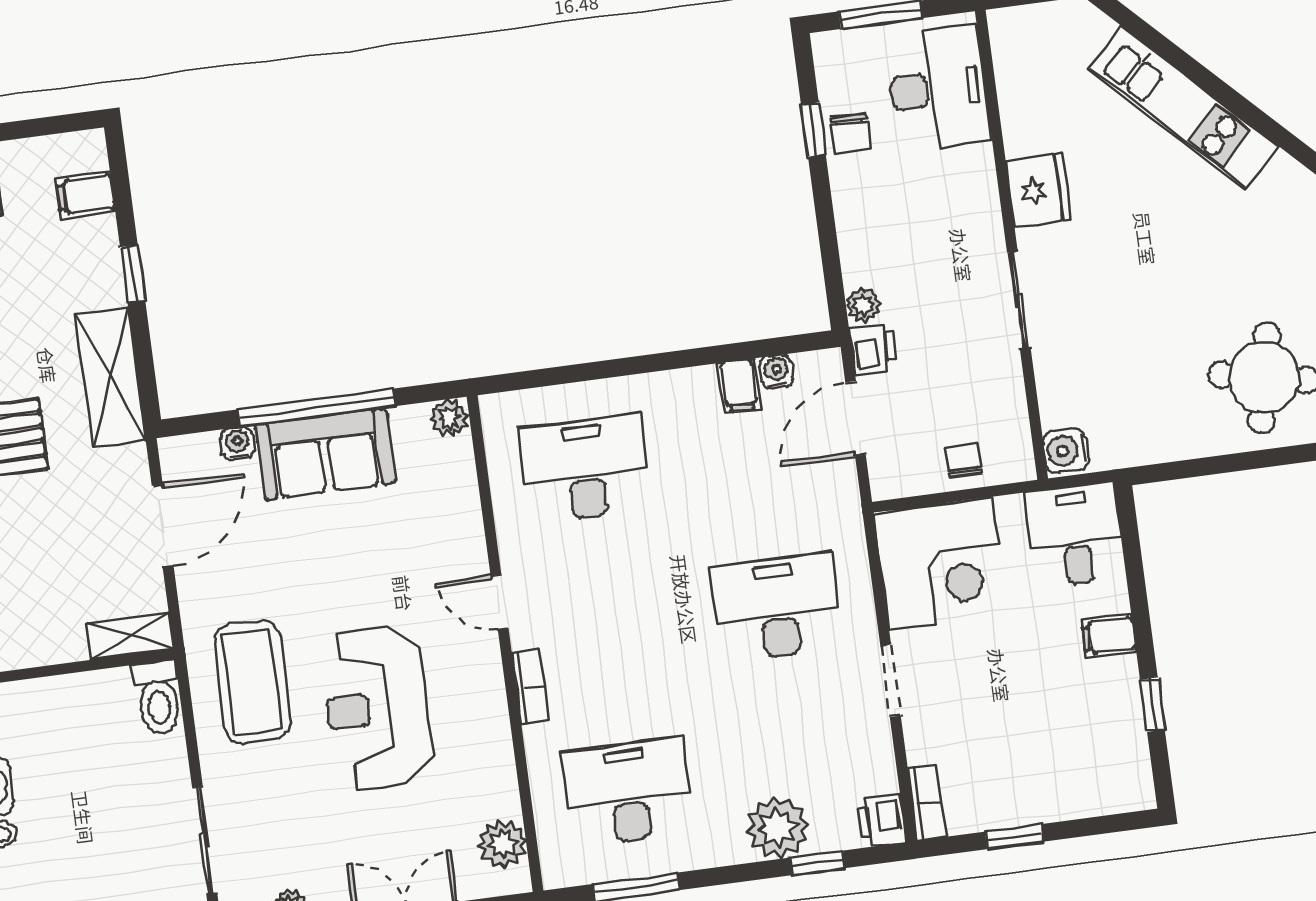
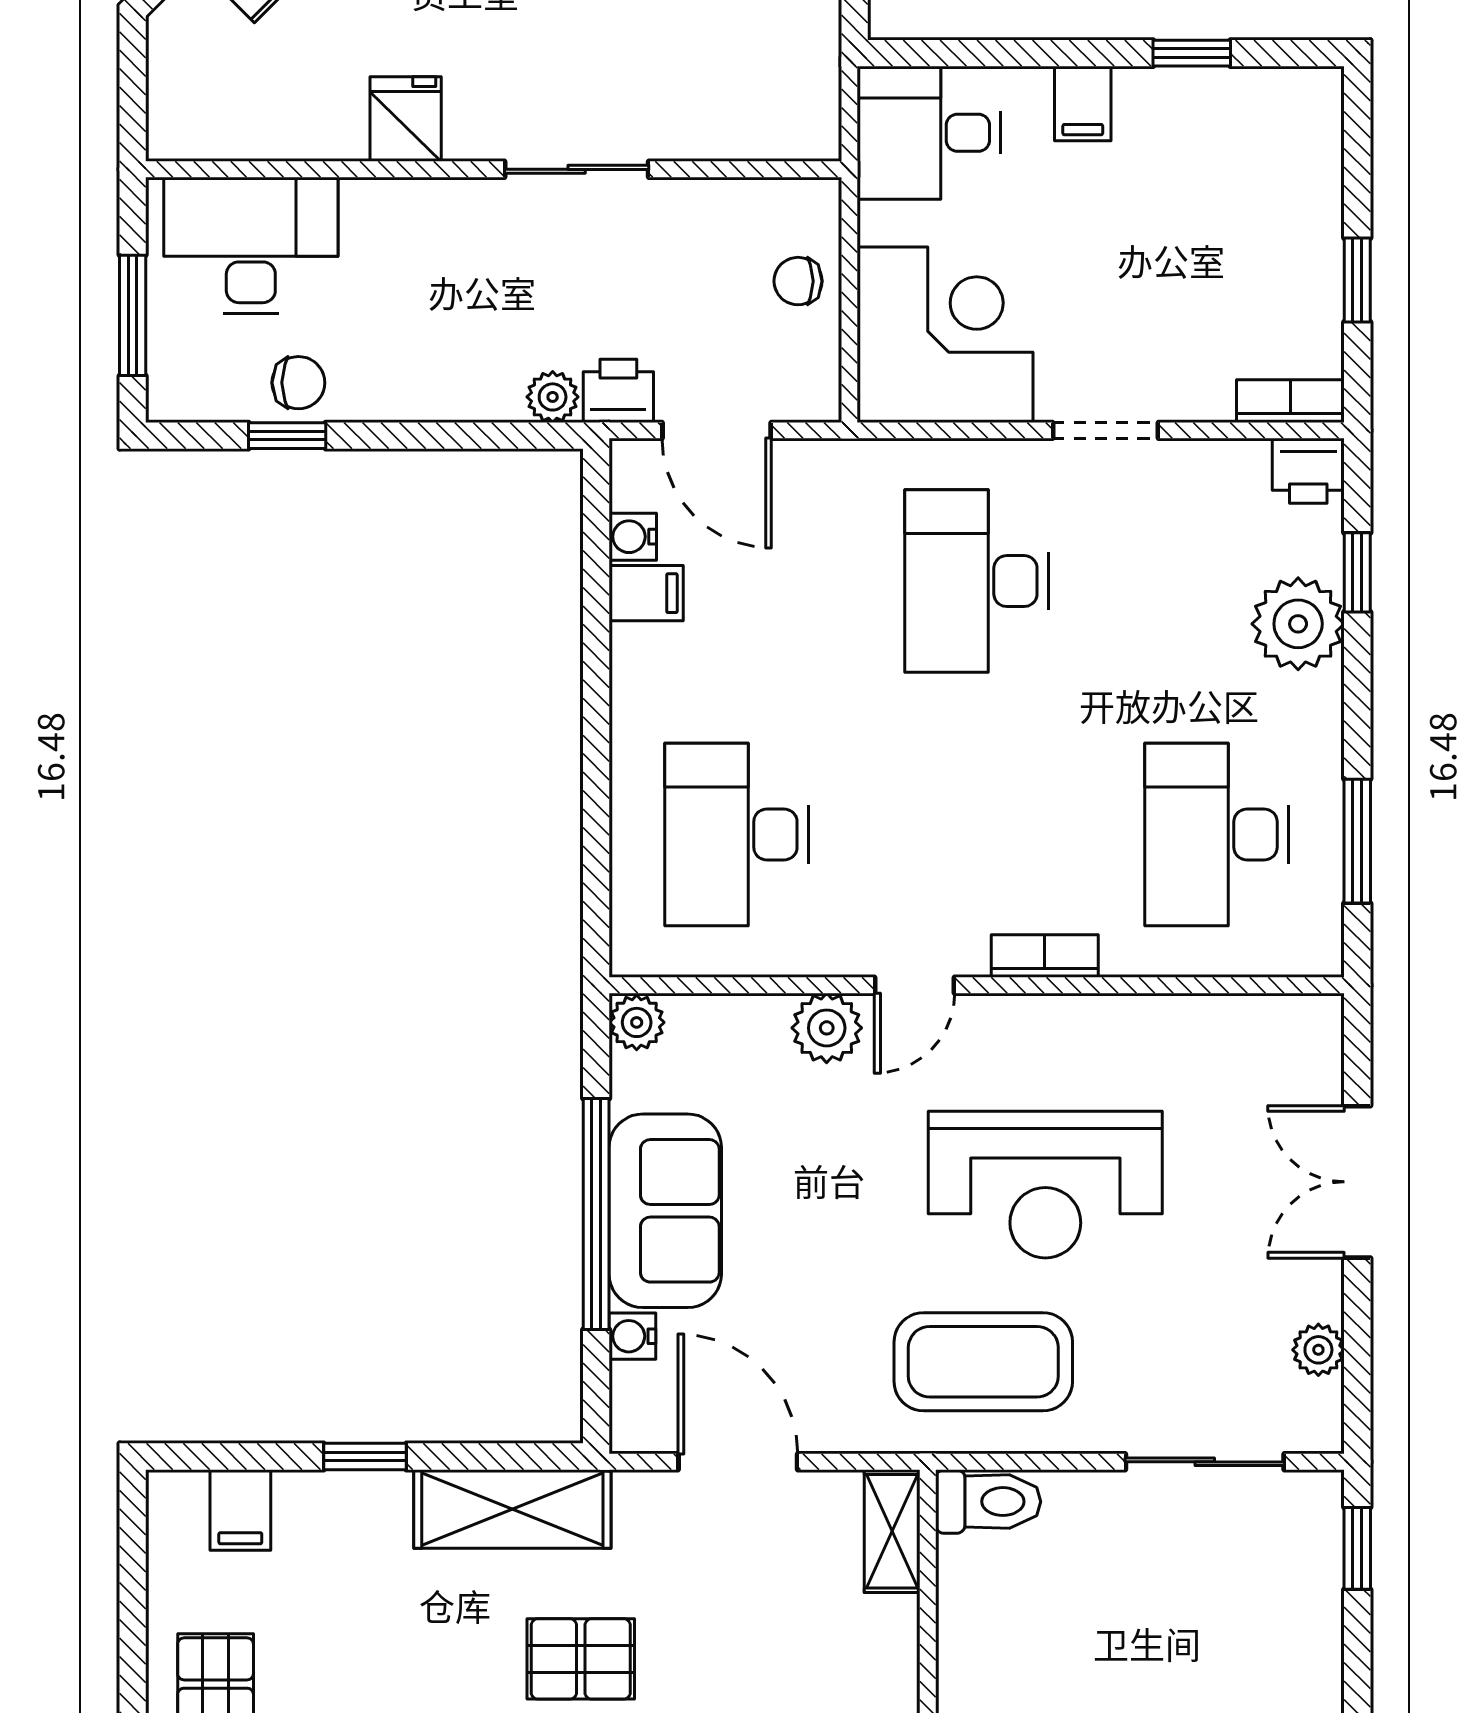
fridge: (1039, 190) -> (406, 119), width x0.72
water cooler: (1066, 450) -> (804, 130), removed
plant: (503, 844) -> (827, 1028), moved

